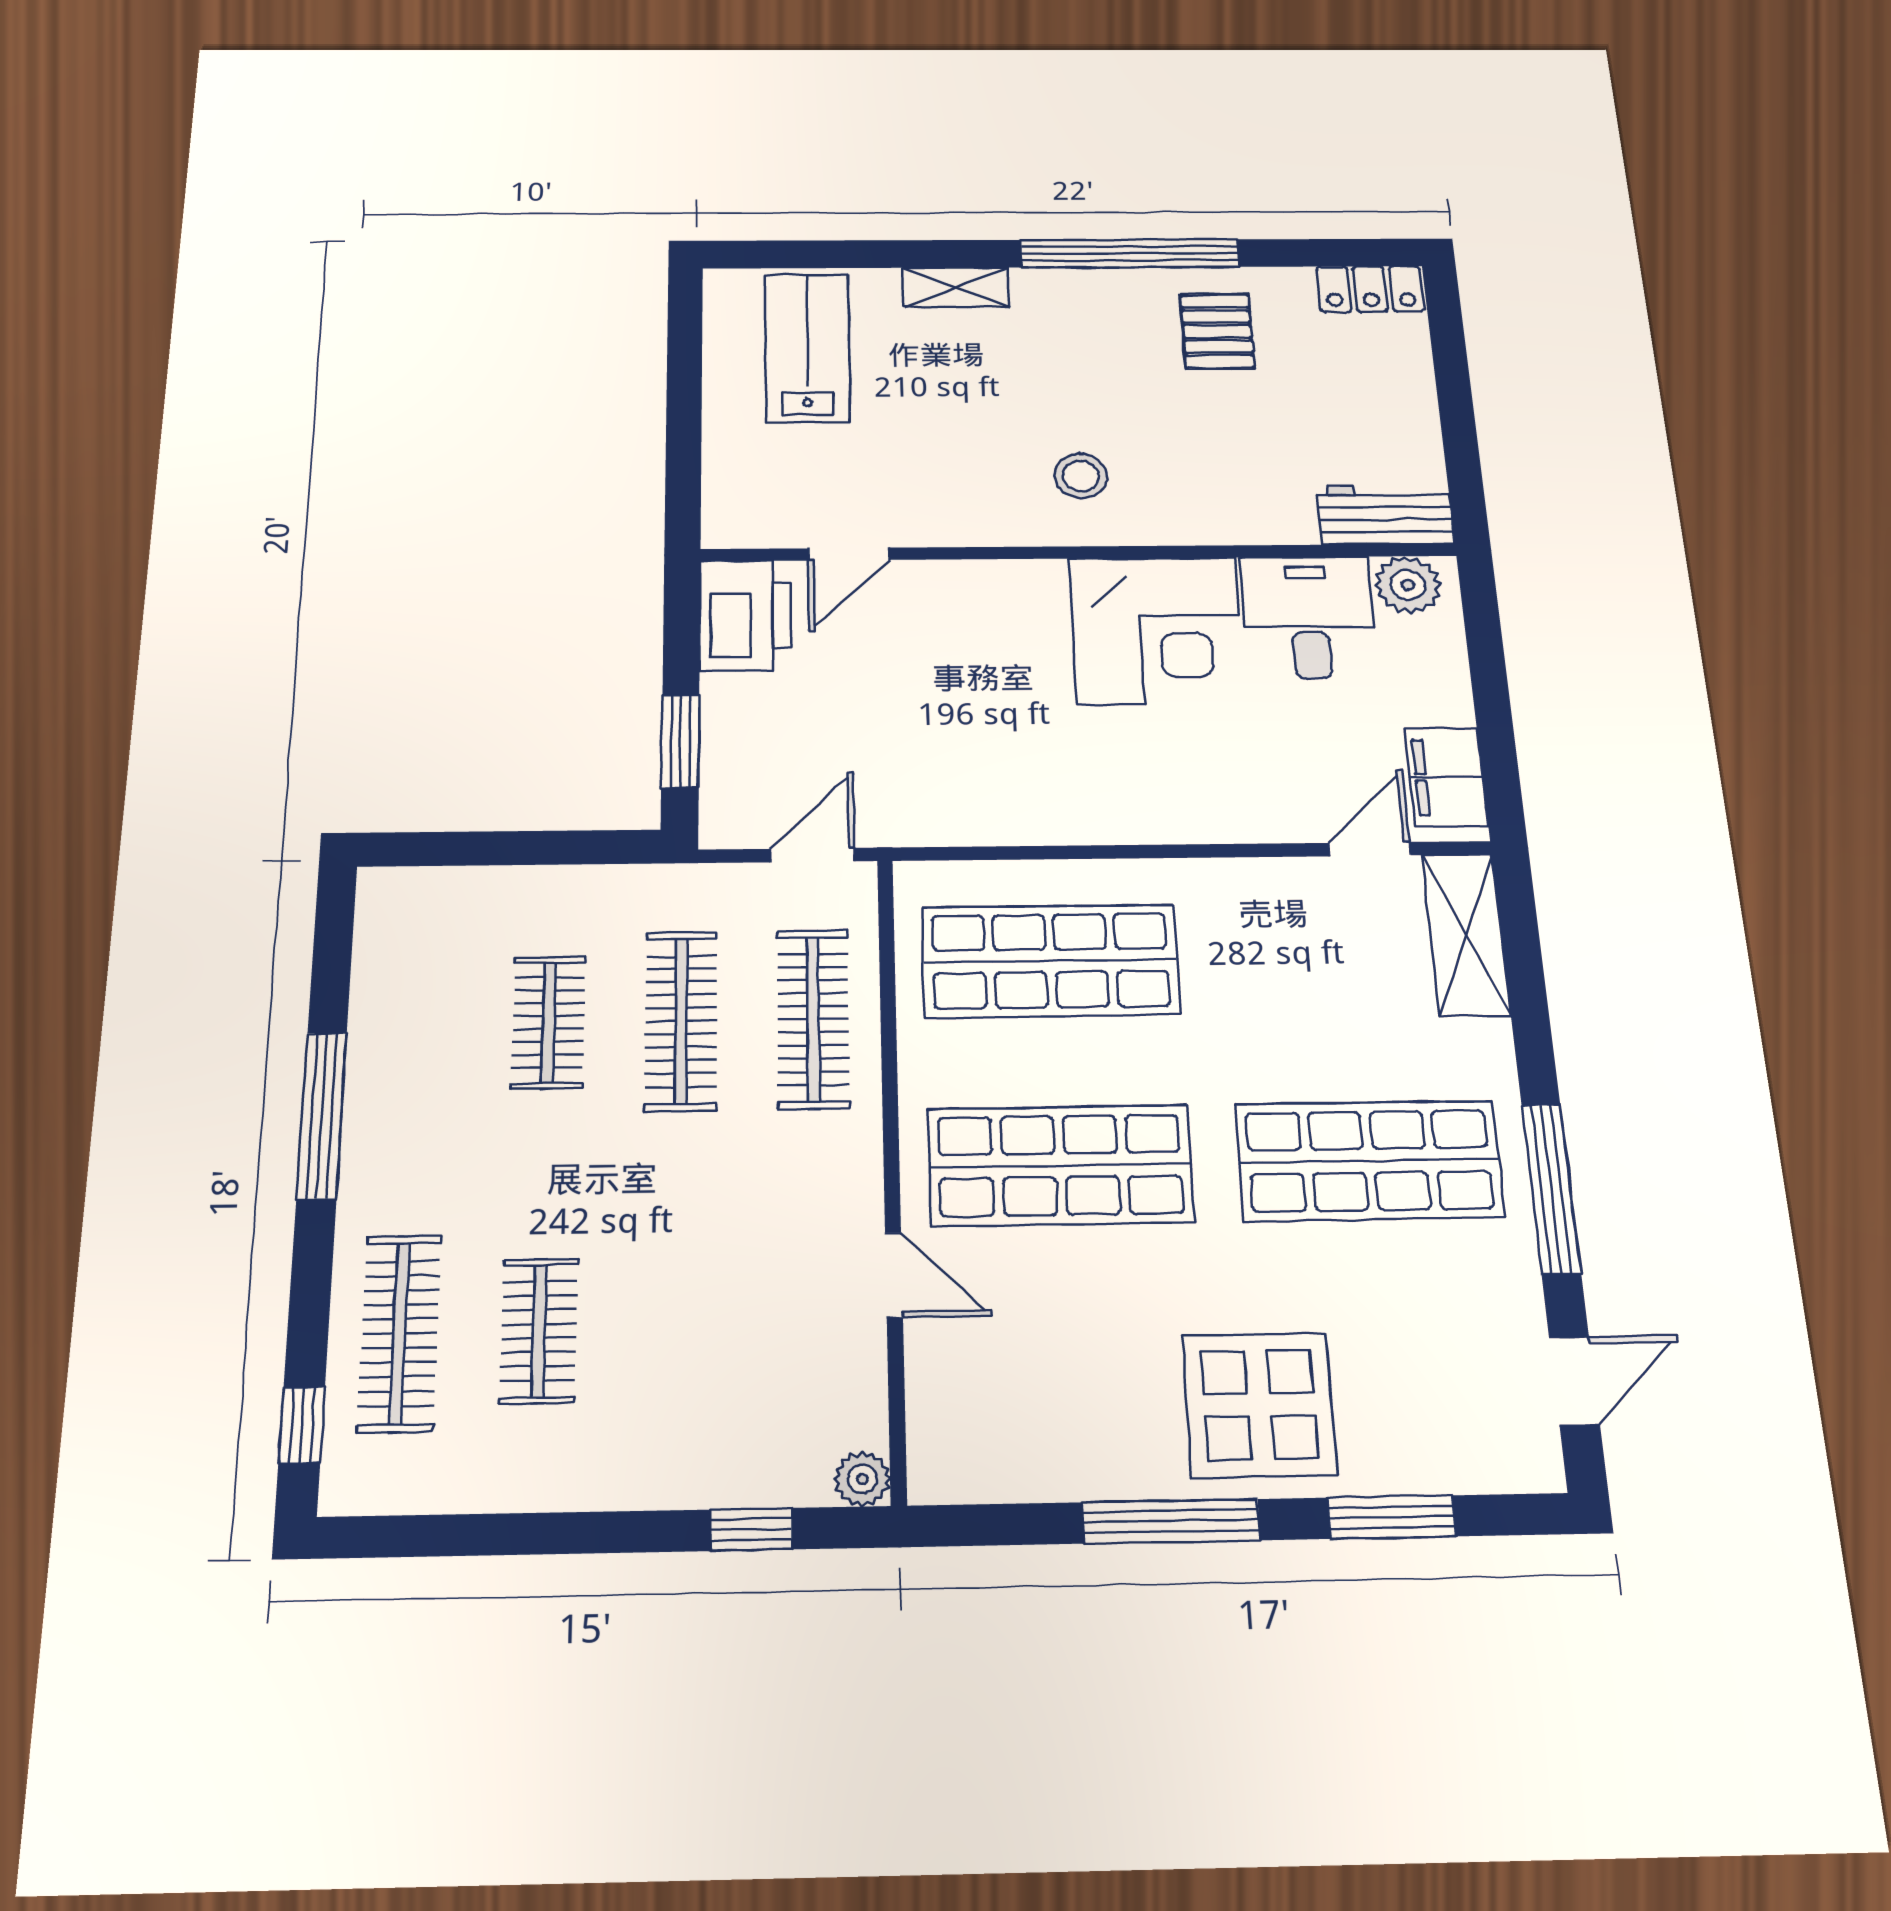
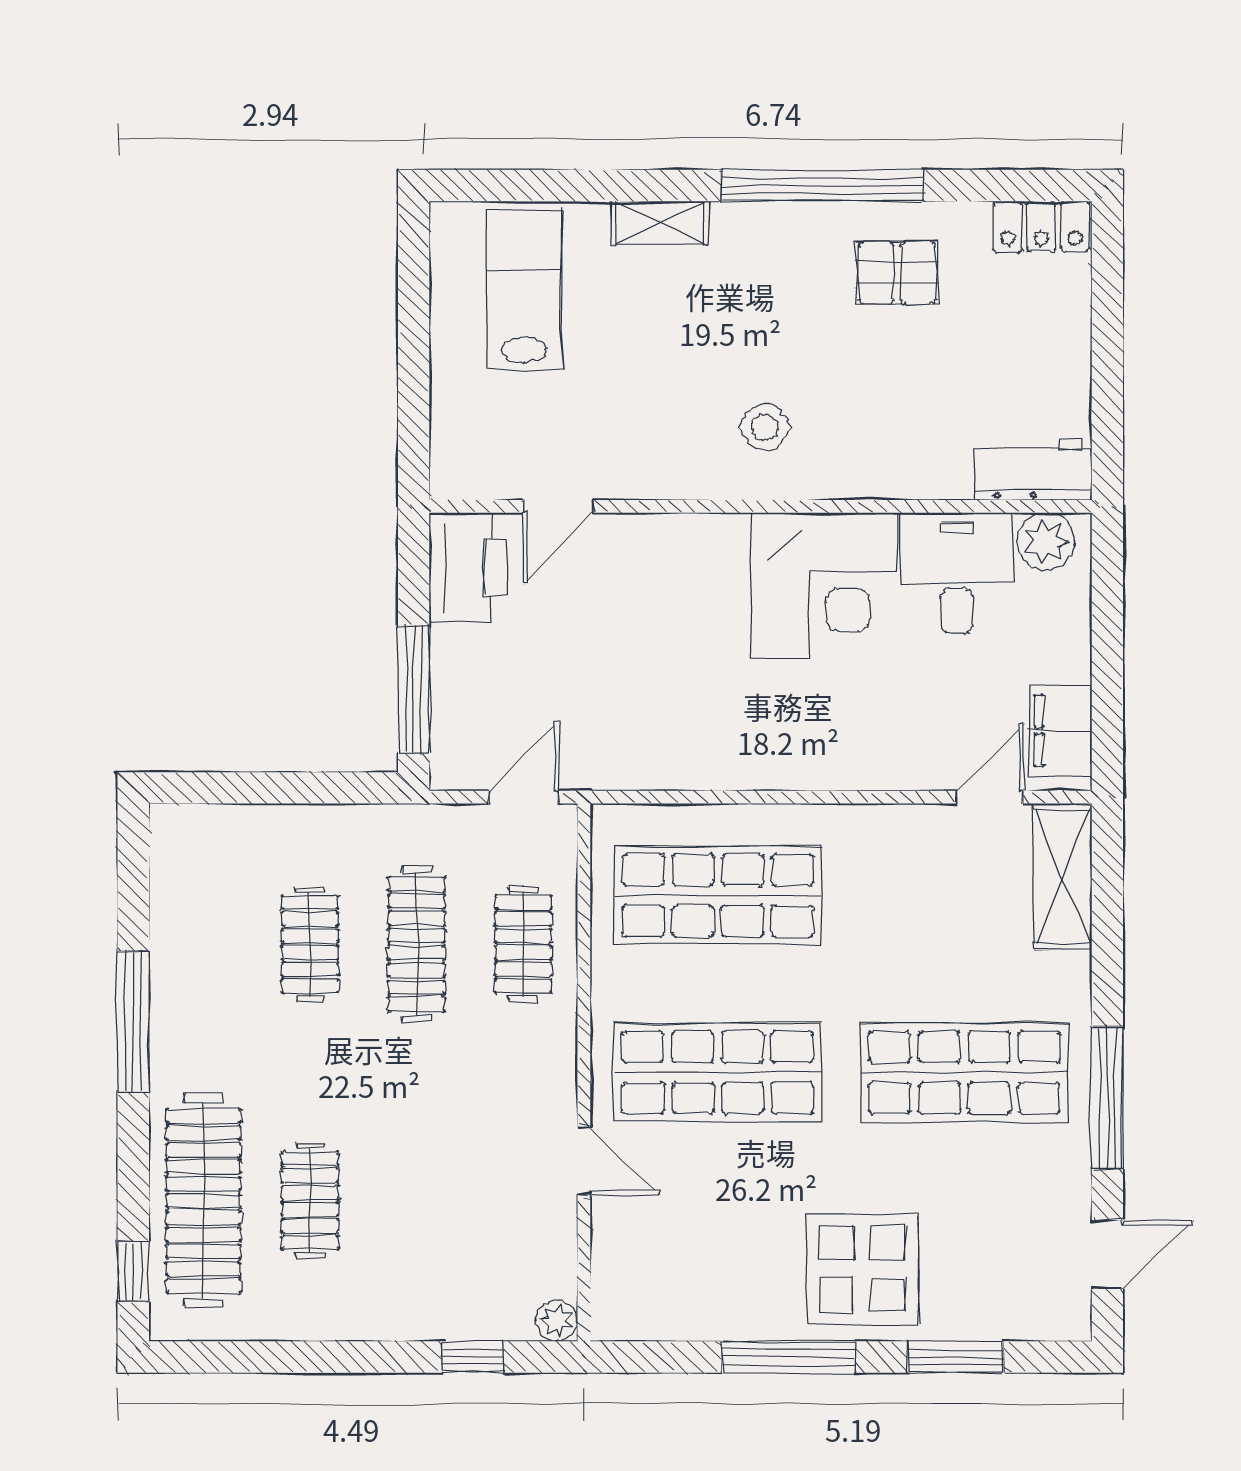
pallet: (1217, 331) -> (897, 273), turned 90
window: (680, 741) -> (414, 689), width x1.44
clothes rail: (813, 1019) -> (523, 944), width x0.73
clothes rail: (400, 1333) -> (203, 1201), width x1.37, depth x1.31

